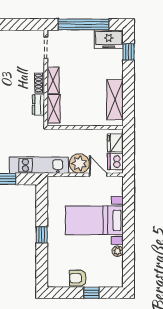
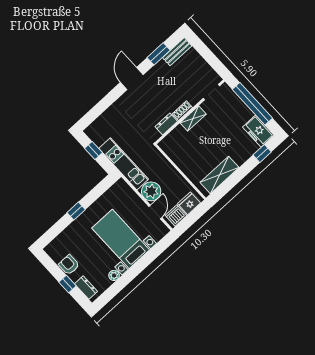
shelving: (54, 109) -> (173, 137), removed
dresser: (107, 281) -> (86, 288), added

